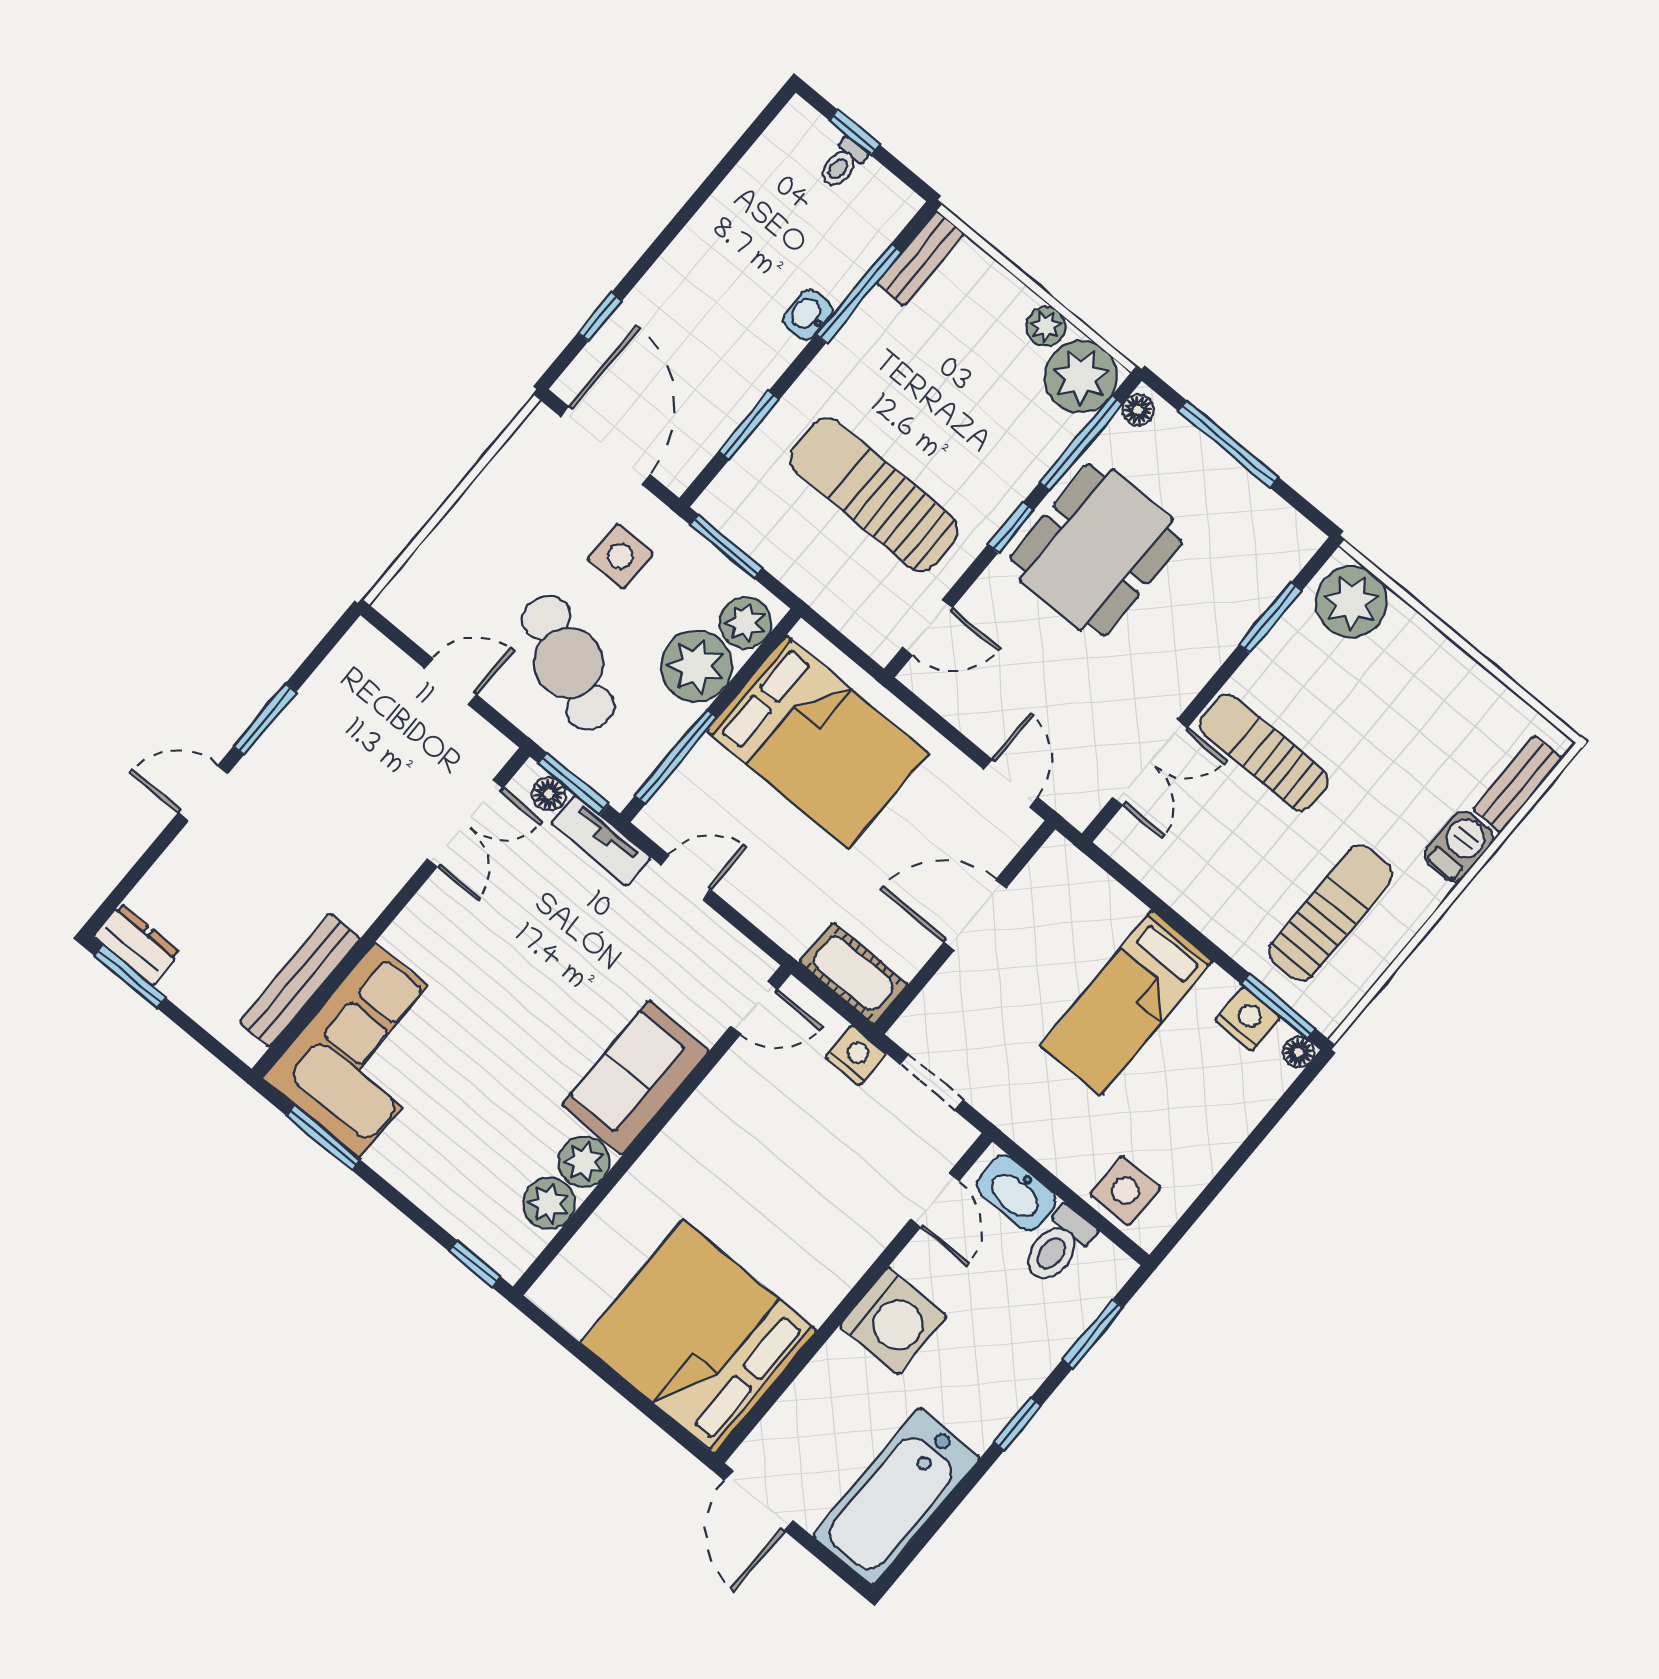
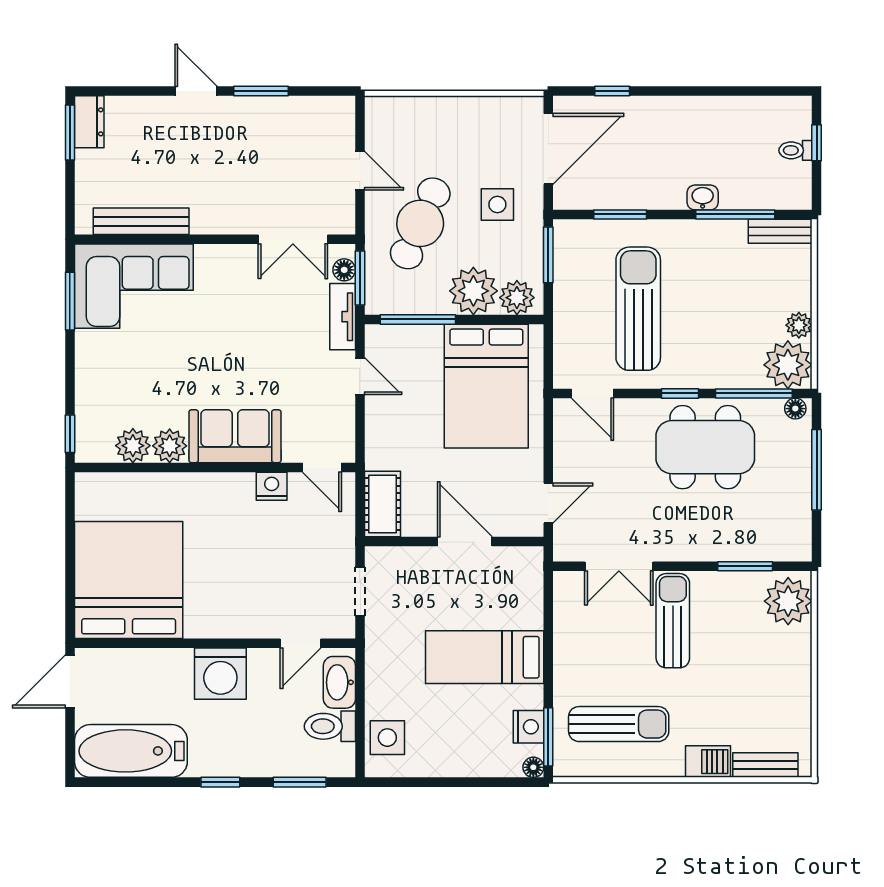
nightstand: (856, 1055) -> (272, 486), moved, turned -90

